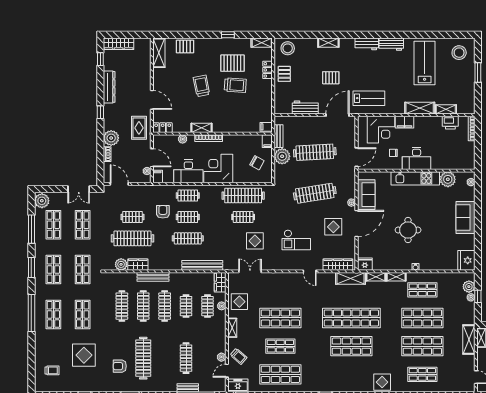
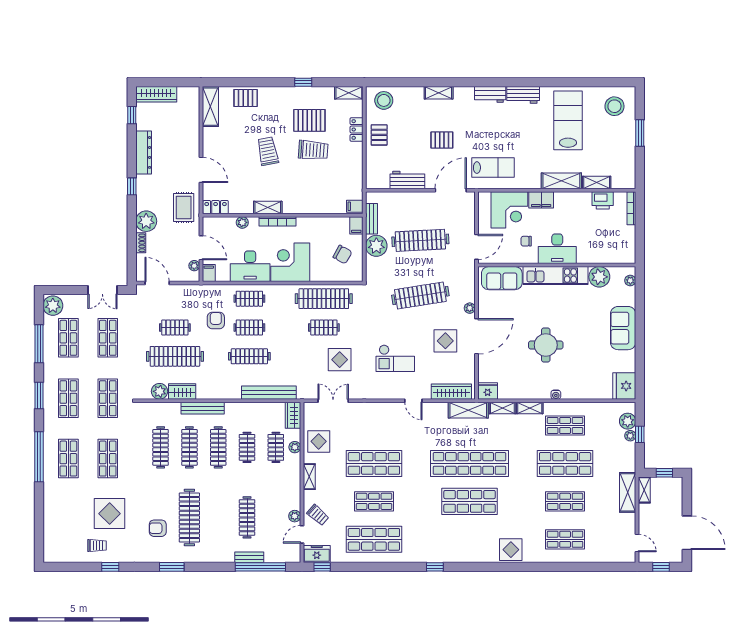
sofa: (366, 195) -> (502, 278), moved, turned 90
shop shelf: (422, 346) -> (565, 501), width x0.70, depth x0.74
trolley: (52, 370) -> (97, 546), moved

